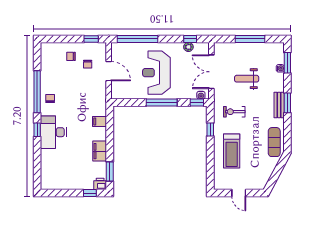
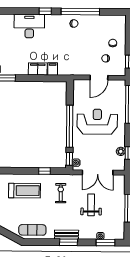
double door: (211, 72) -> (98, 172), swing flipped
window: (162, 103) -> (70, 126), width x1.46
desk: (53, 132) -> (29, 26), moved
filing cabinet: (100, 151) -> (38, 69), moved
treadmill: (232, 151) -> (25, 191), turned 180

